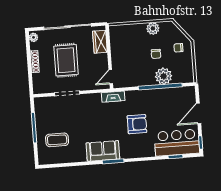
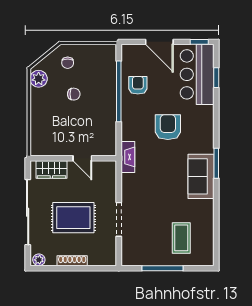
plant: (153, 28) -> (39, 79), moved
plant: (164, 76) -> (105, 86), removed
door: (111, 77) -> (82, 158), moved
armchair: (166, 100) -> (138, 85), added

